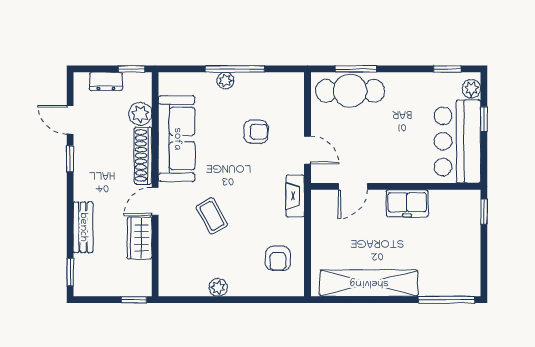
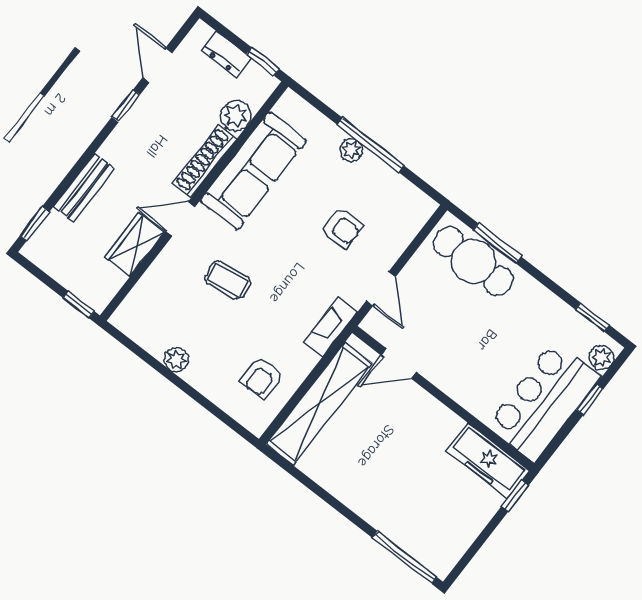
freezer: (407, 203) -> (488, 461), moved, width x1.40
coffee table: (212, 216) -> (228, 280), turned -71
shelving: (369, 283) -> (319, 404), moved, turned 90

